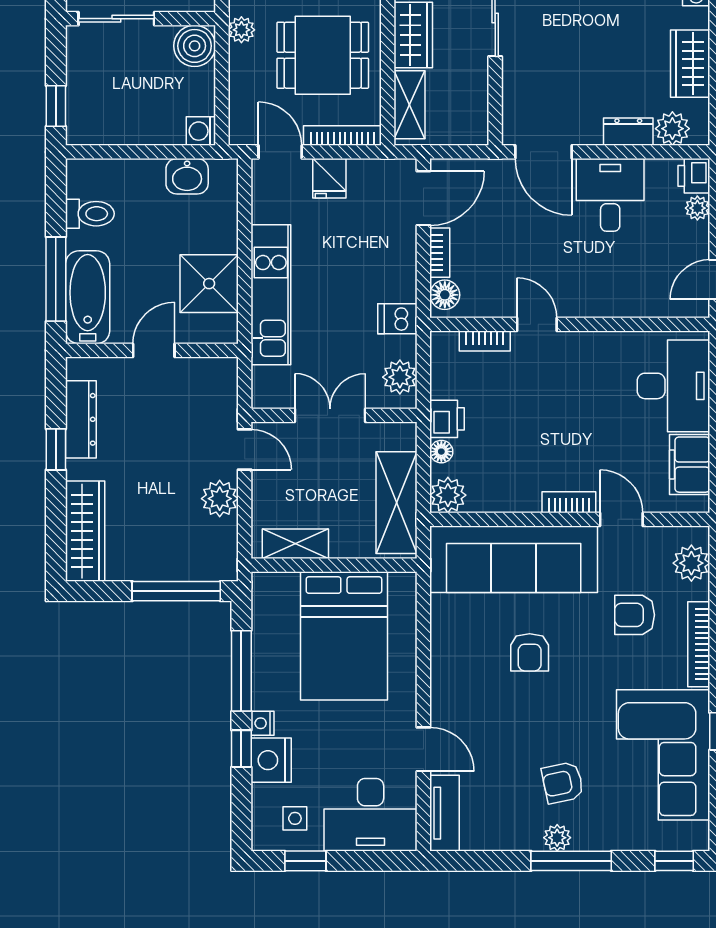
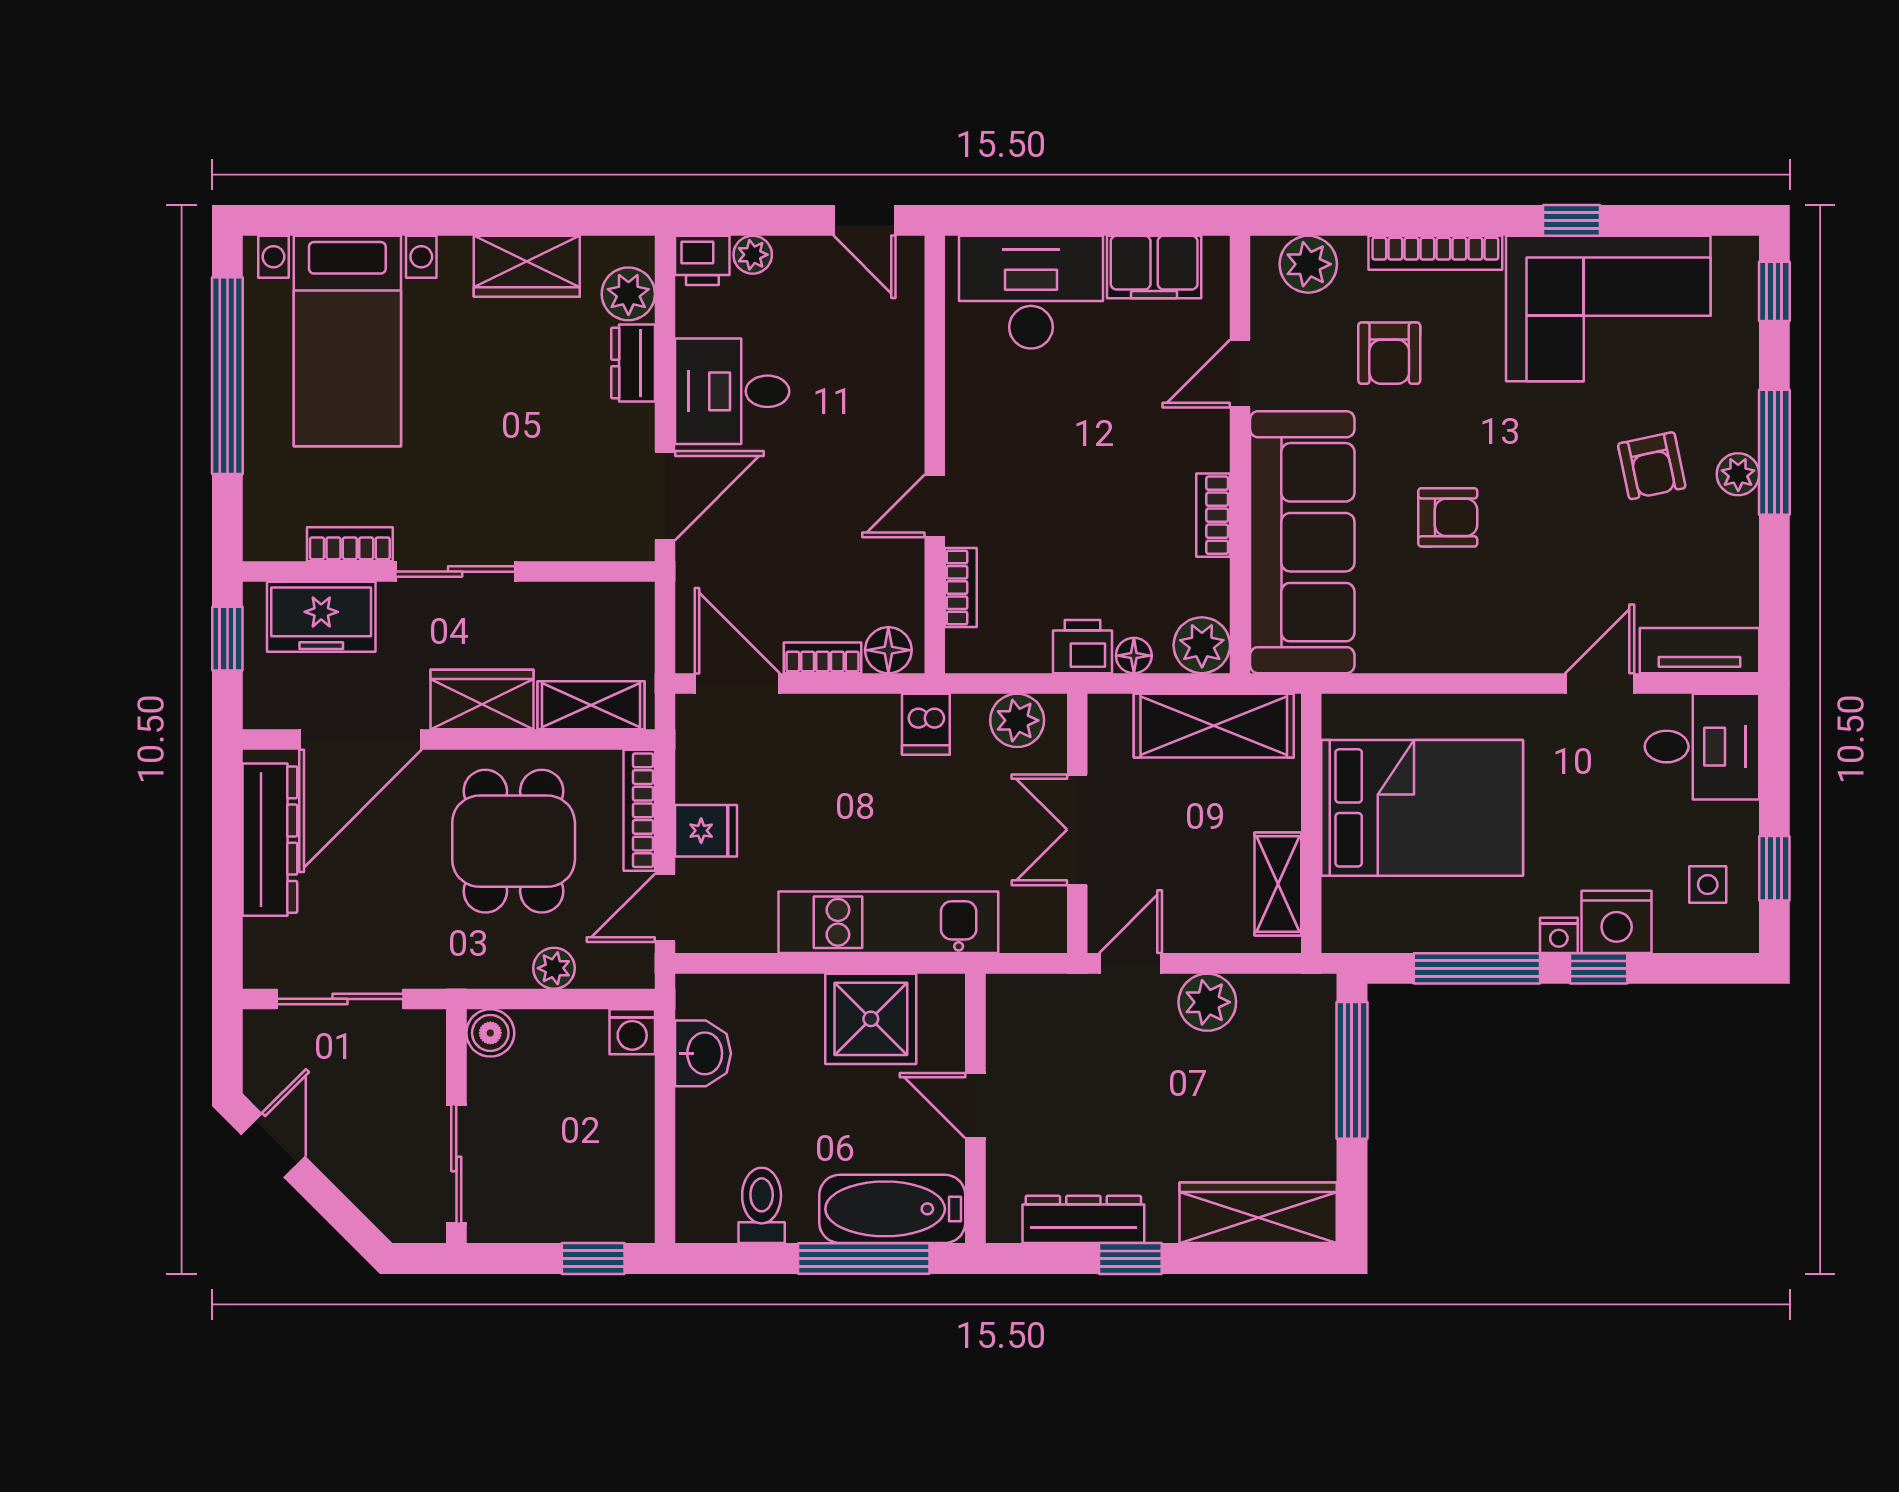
plant: (241, 30) -> (554, 968), moved
boiler: (195, 46) -> (490, 1033), width x0.73, depth x0.73
bookcase: (569, 502) -> (1213, 515), moved
desk: (371, 815) -> (1702, 747), width x0.73

